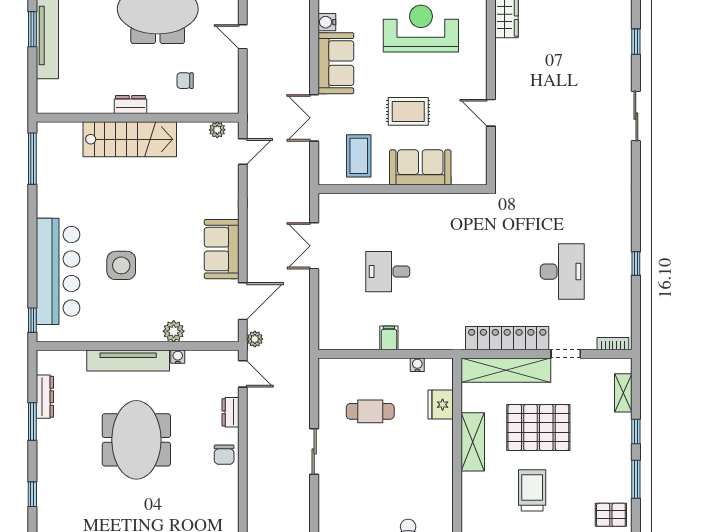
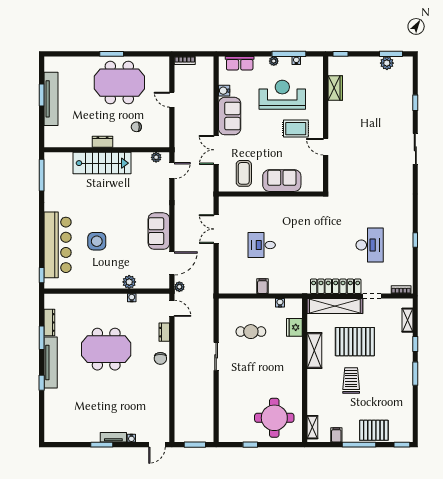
rug: (408, 111) -> (296, 129), moved
tv unit: (128, 361) -> (51, 362), moved, turned -90
meeting table: (136, 440) -> (106, 349), turned 90
pallet: (611, 515) -> (400, 396), removed

